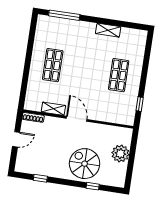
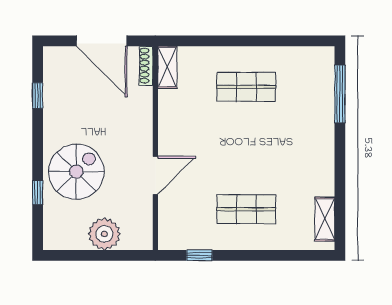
shelving: (108, 30) -> (325, 219), moved
shelving: (53, 109) -> (167, 67), moved
door: (77, 119) -> (155, 175), moved
door: (16, 139) -> (101, 41), width x1.88

